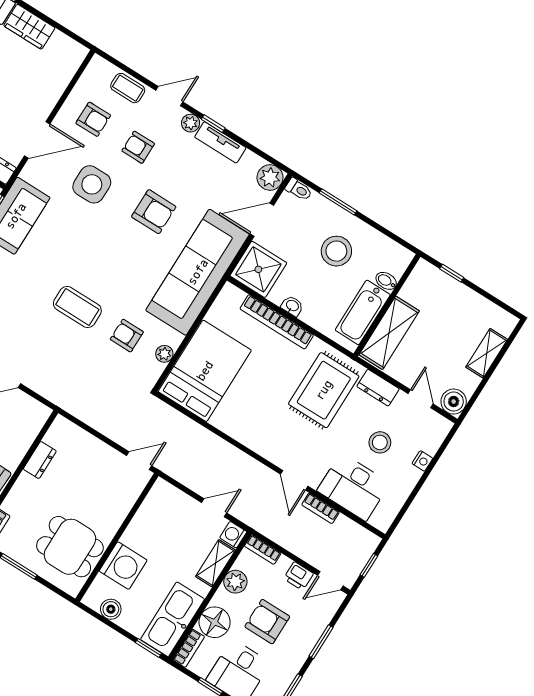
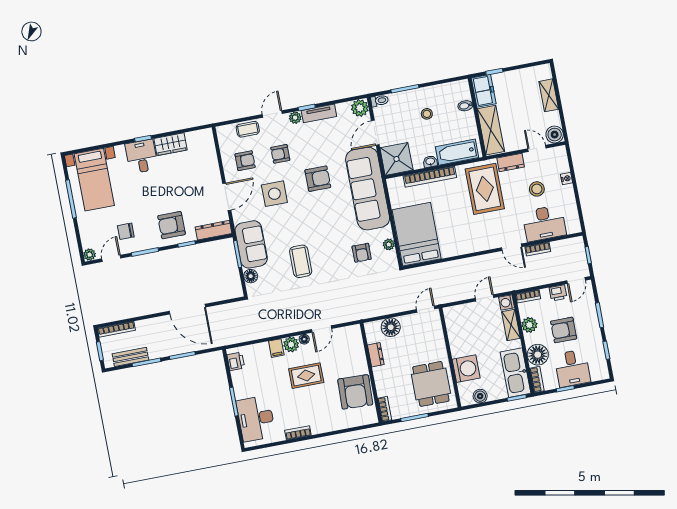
stool: (336, 251) -> (427, 114), width x0.53, depth x0.53
freezer: (421, 283) -> (484, 91), added
coffee table: (77, 307) -> (301, 261), moved, turned 90
bathtub: (363, 312) -> (457, 152), moved, turned 90
armchair: (127, 336) -> (362, 253), turned -90
floor lamp: (83, 445) -> (391, 327), added
dining table: (70, 547) -> (431, 384), turned 90

